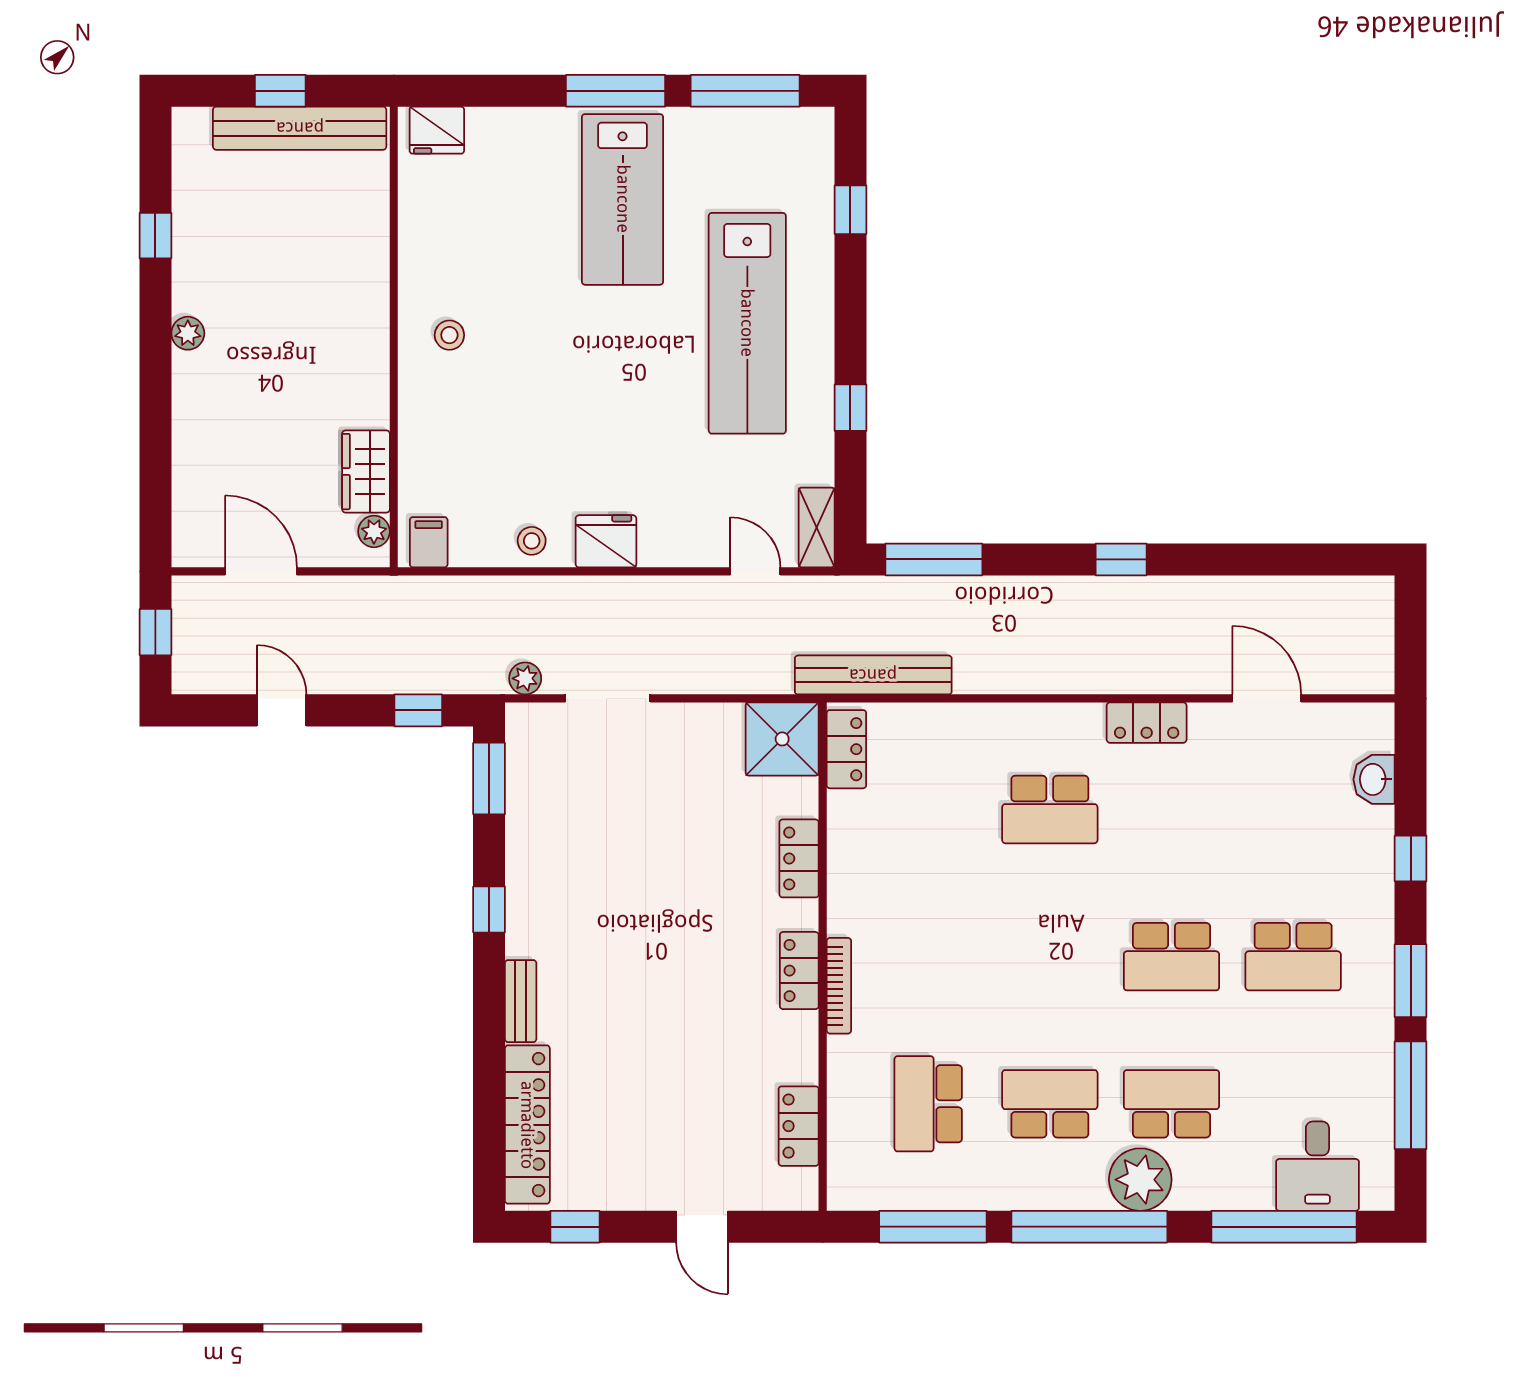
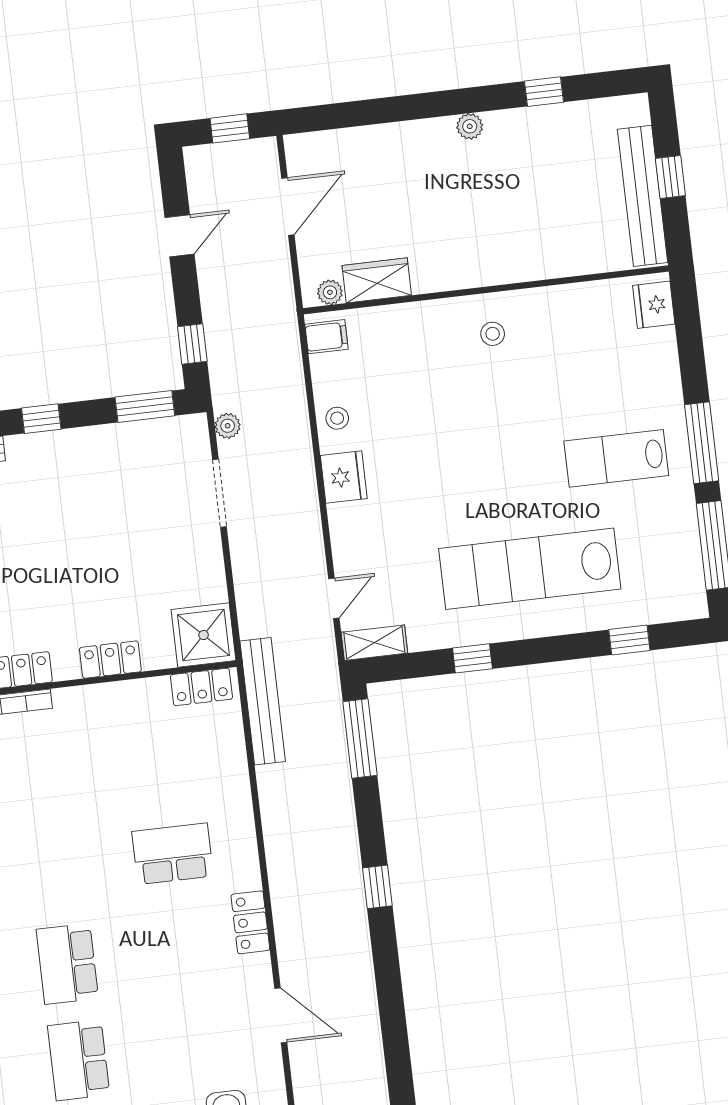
lab bench: (623, 199) -> (616, 458), width x0.73, depth x0.72
door: (1267, 698) -> (281, 1015), hinge flipped
school desk: (1050, 809) -> (173, 854), turned 90

